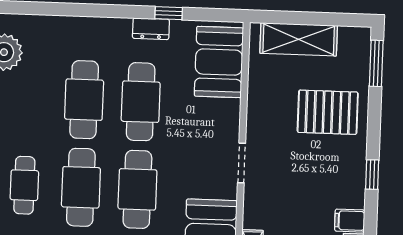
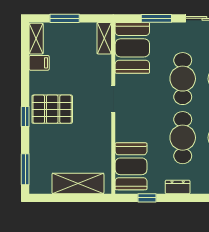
window: (169, 13) -> (147, 198), moved
pallet: (328, 112) -> (52, 109), moved
window: (372, 175) -> (25, 116), moved

